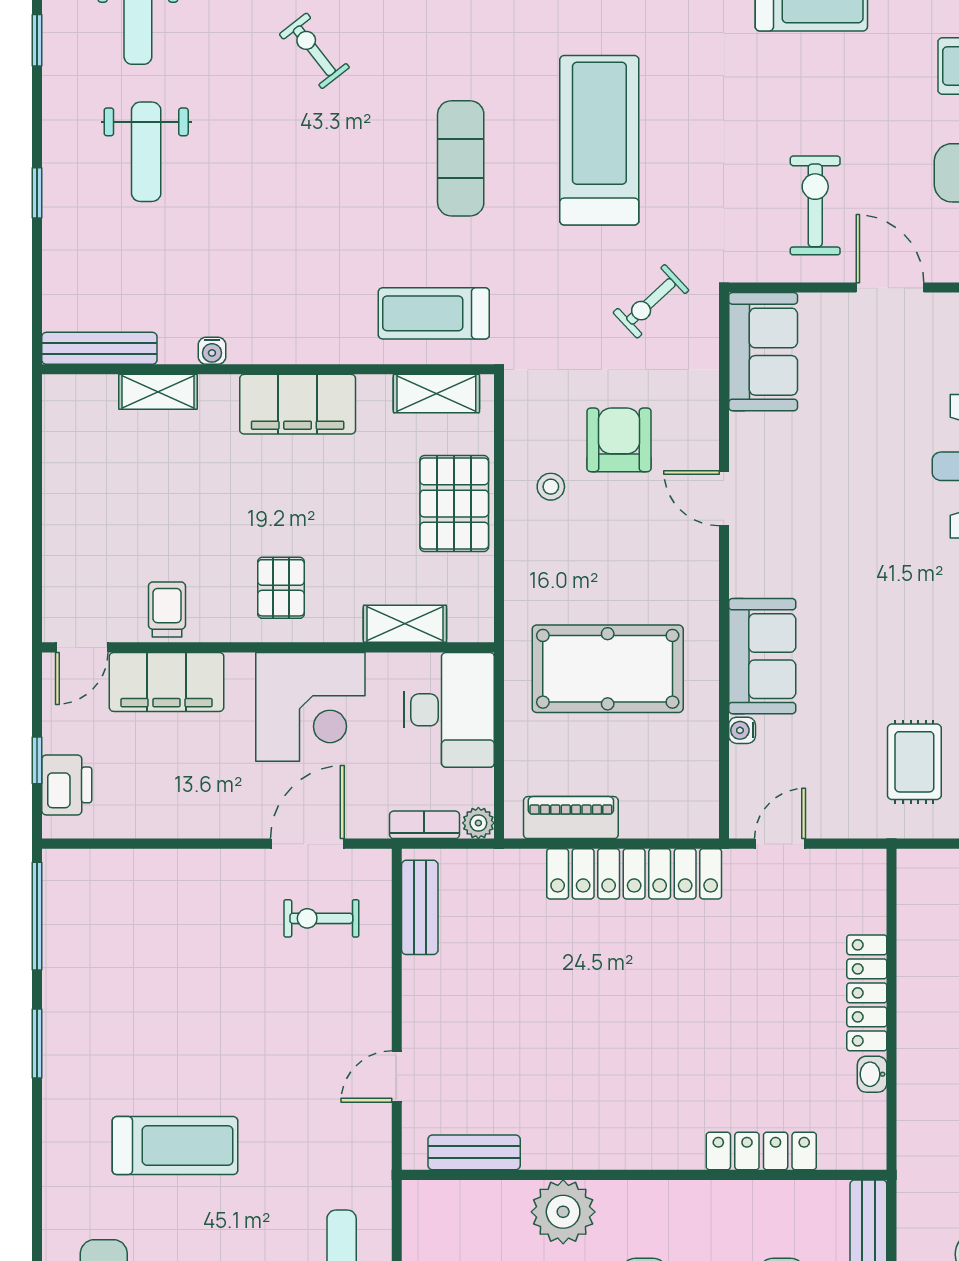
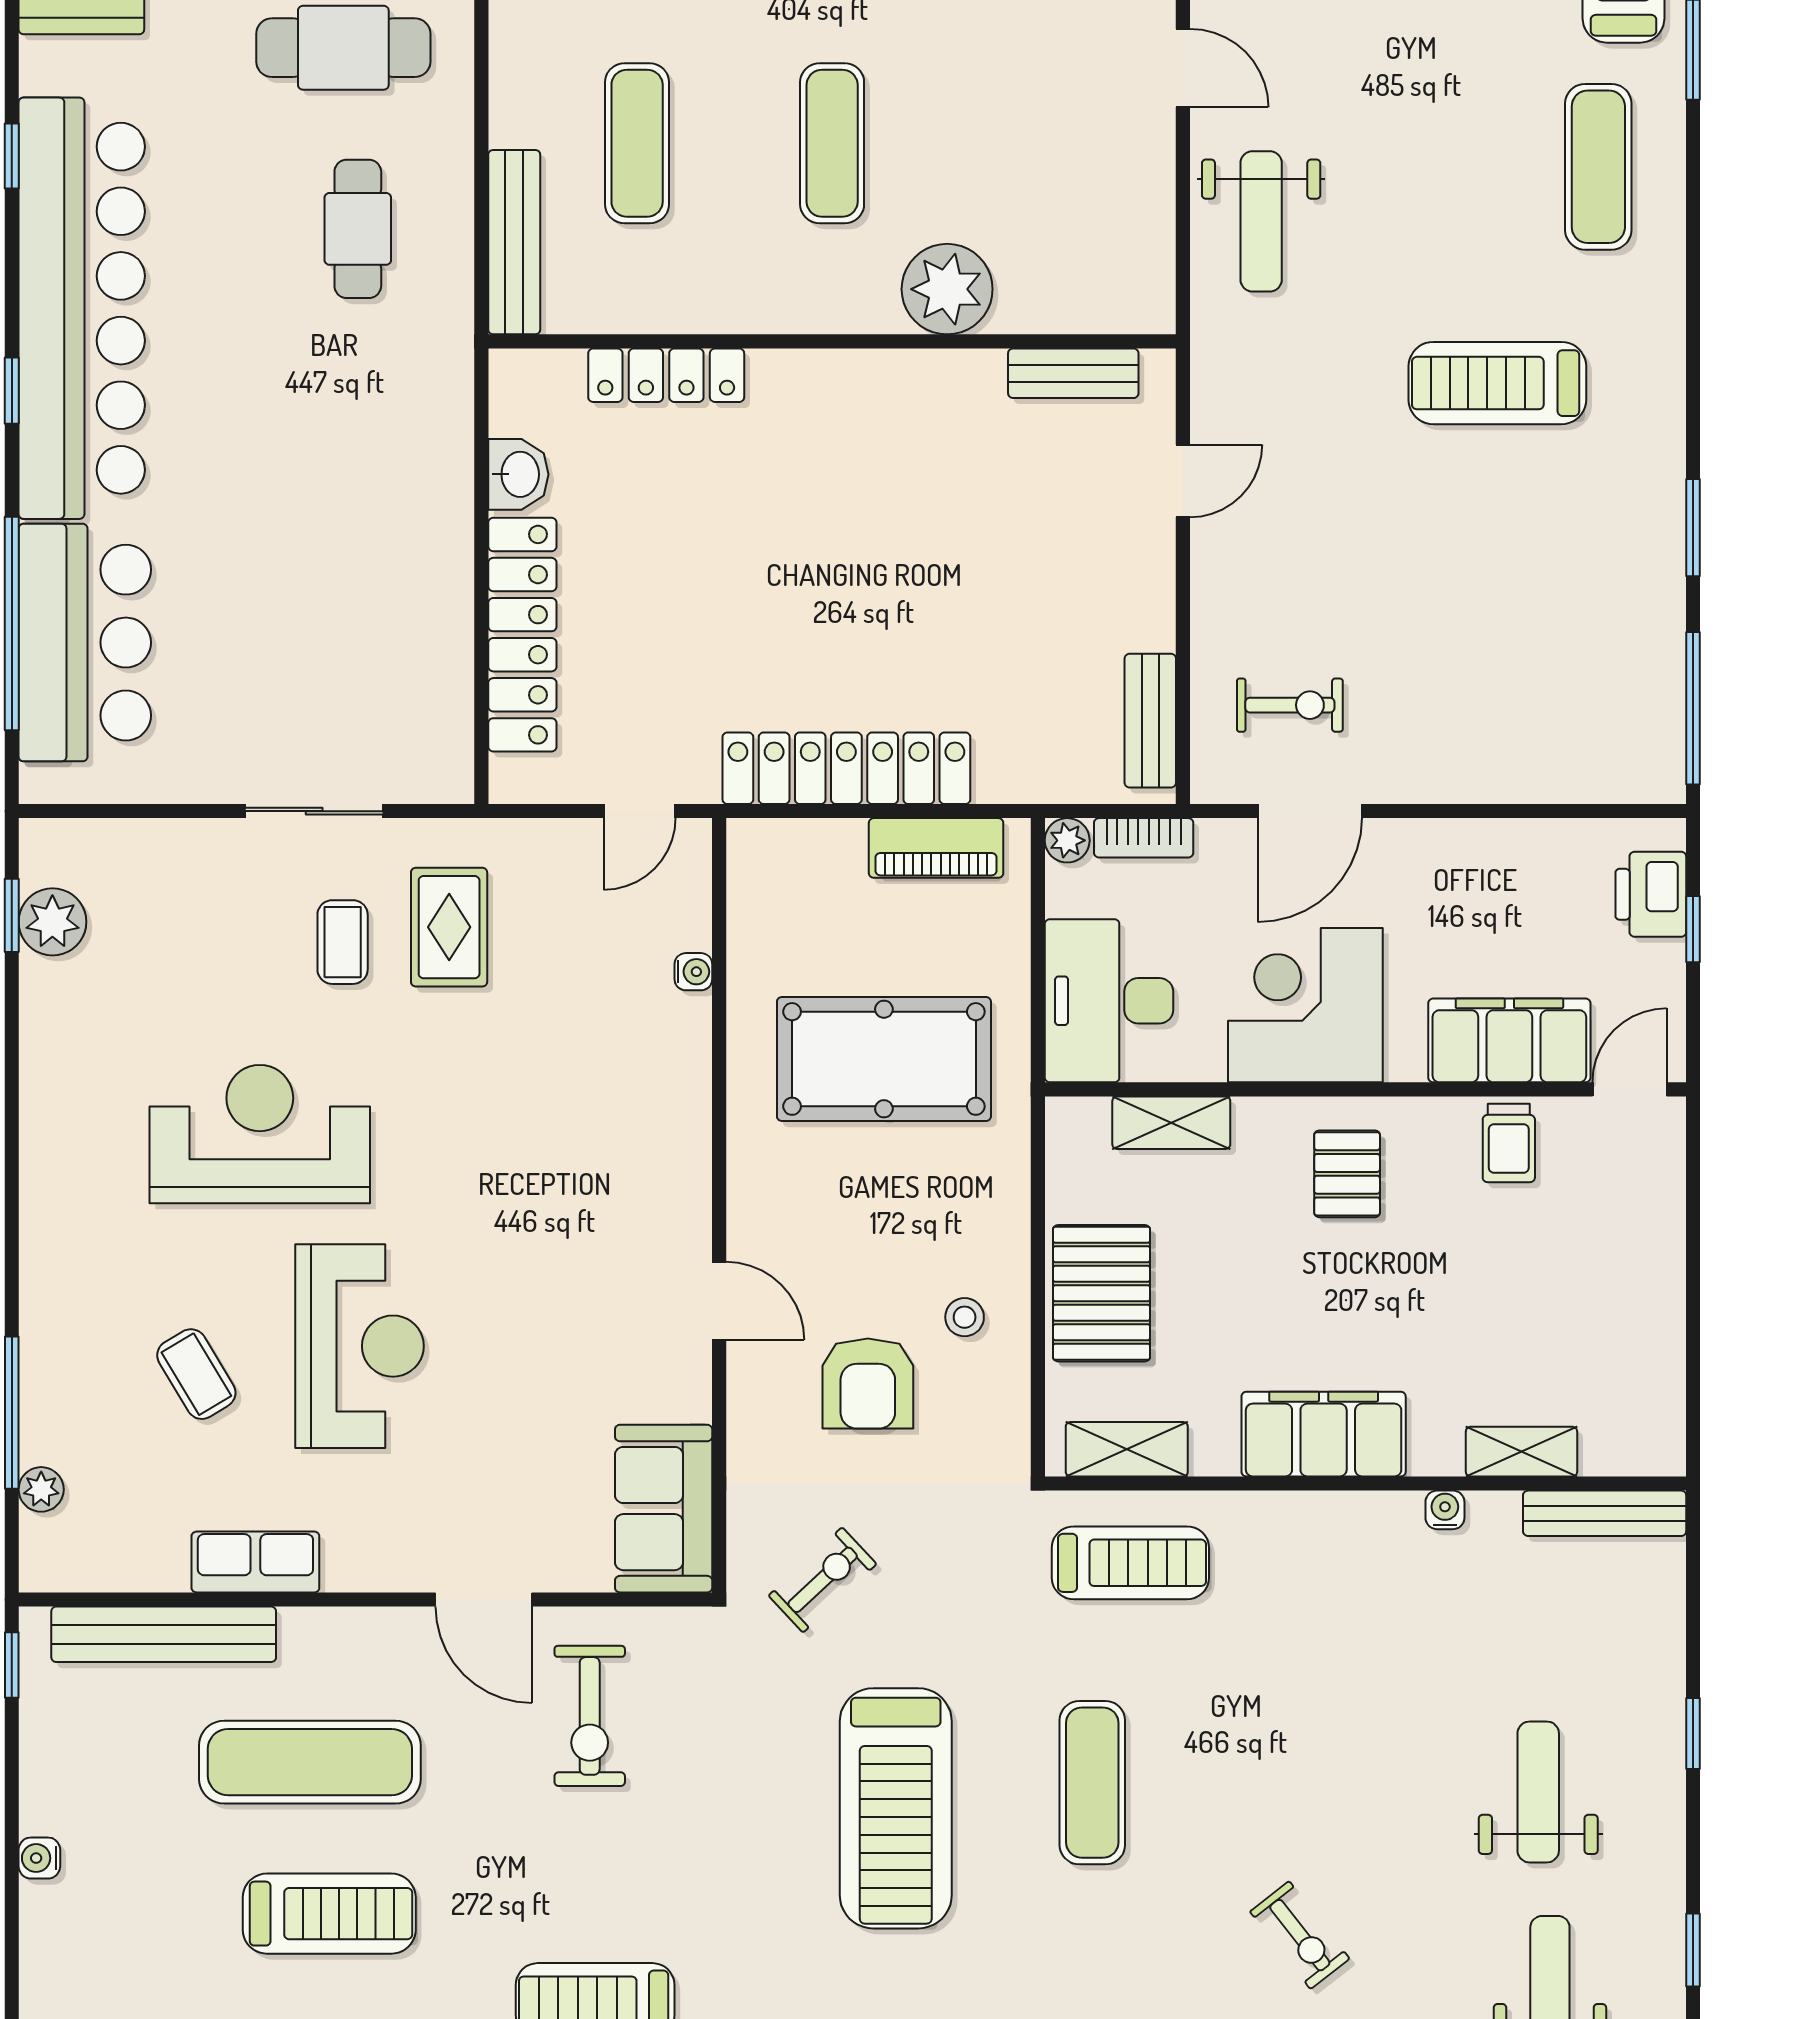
sofa: (762, 656) -> (665, 1077), removed
locker: (867, 993) -> (522, 635), width x1.41, depth x1.21
washbasin: (872, 1074) -> (518, 474), width x1.38, depth x1.45

